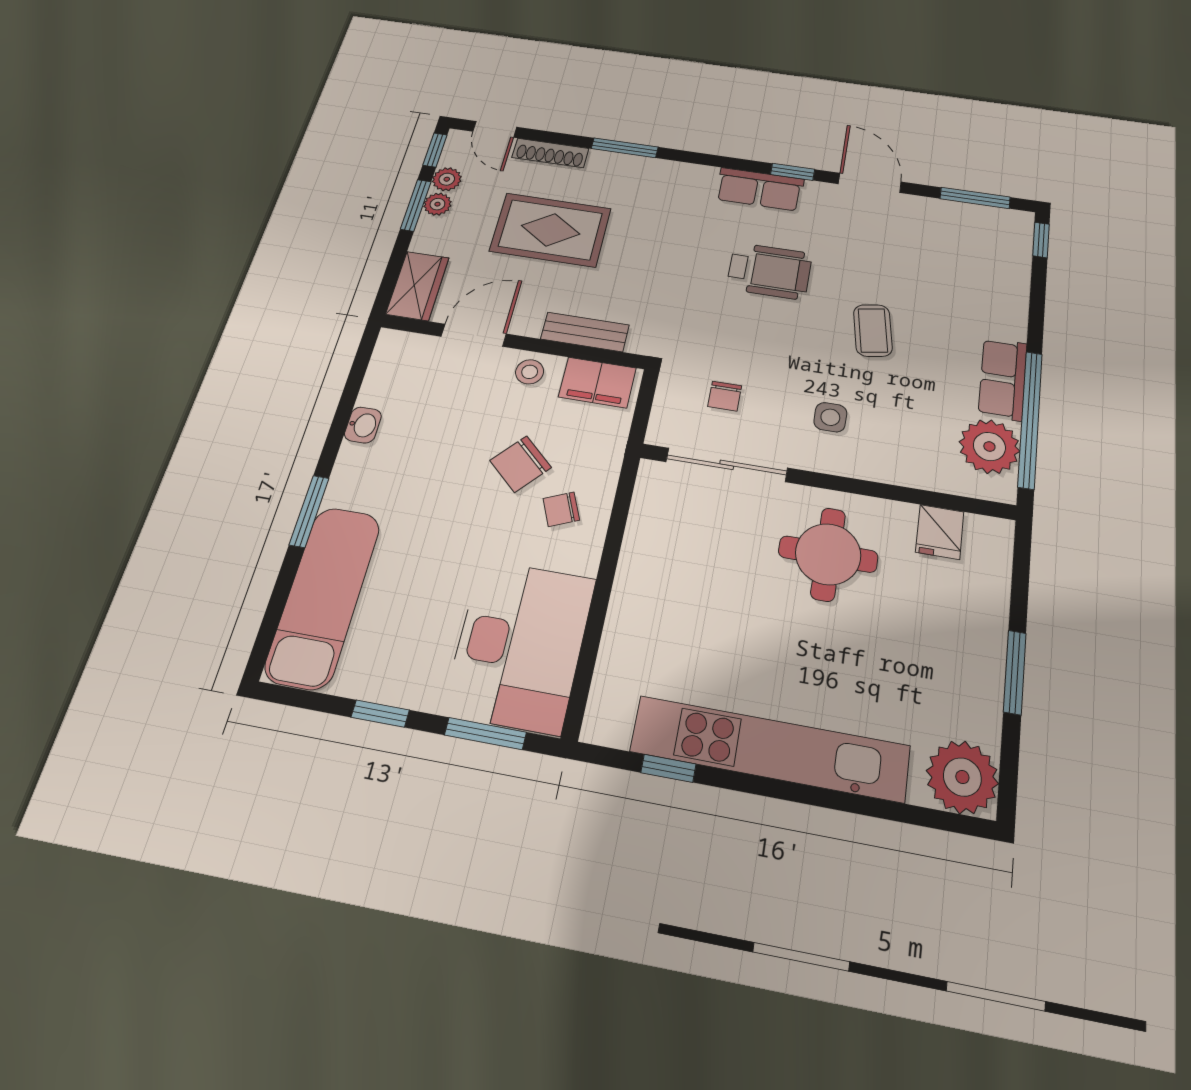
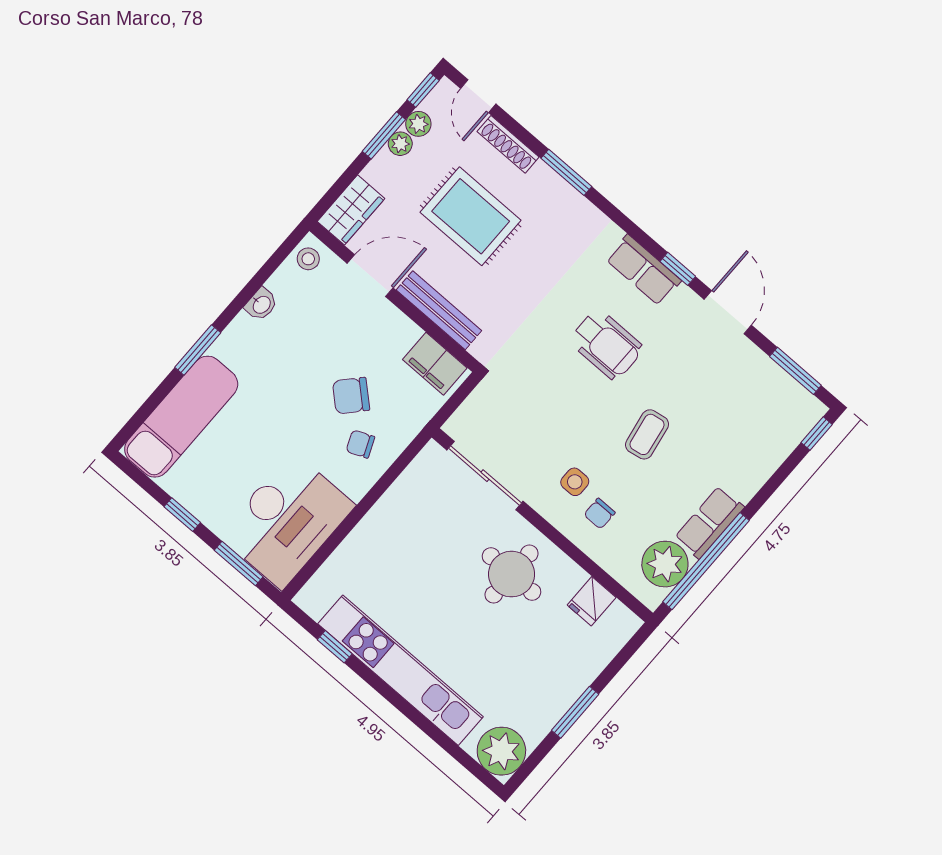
bench: (585, 332) -> (439, 310), width x1.36
stool: (530, 372) -> (308, 259), moved
chair: (725, 396) -> (599, 514), moved

